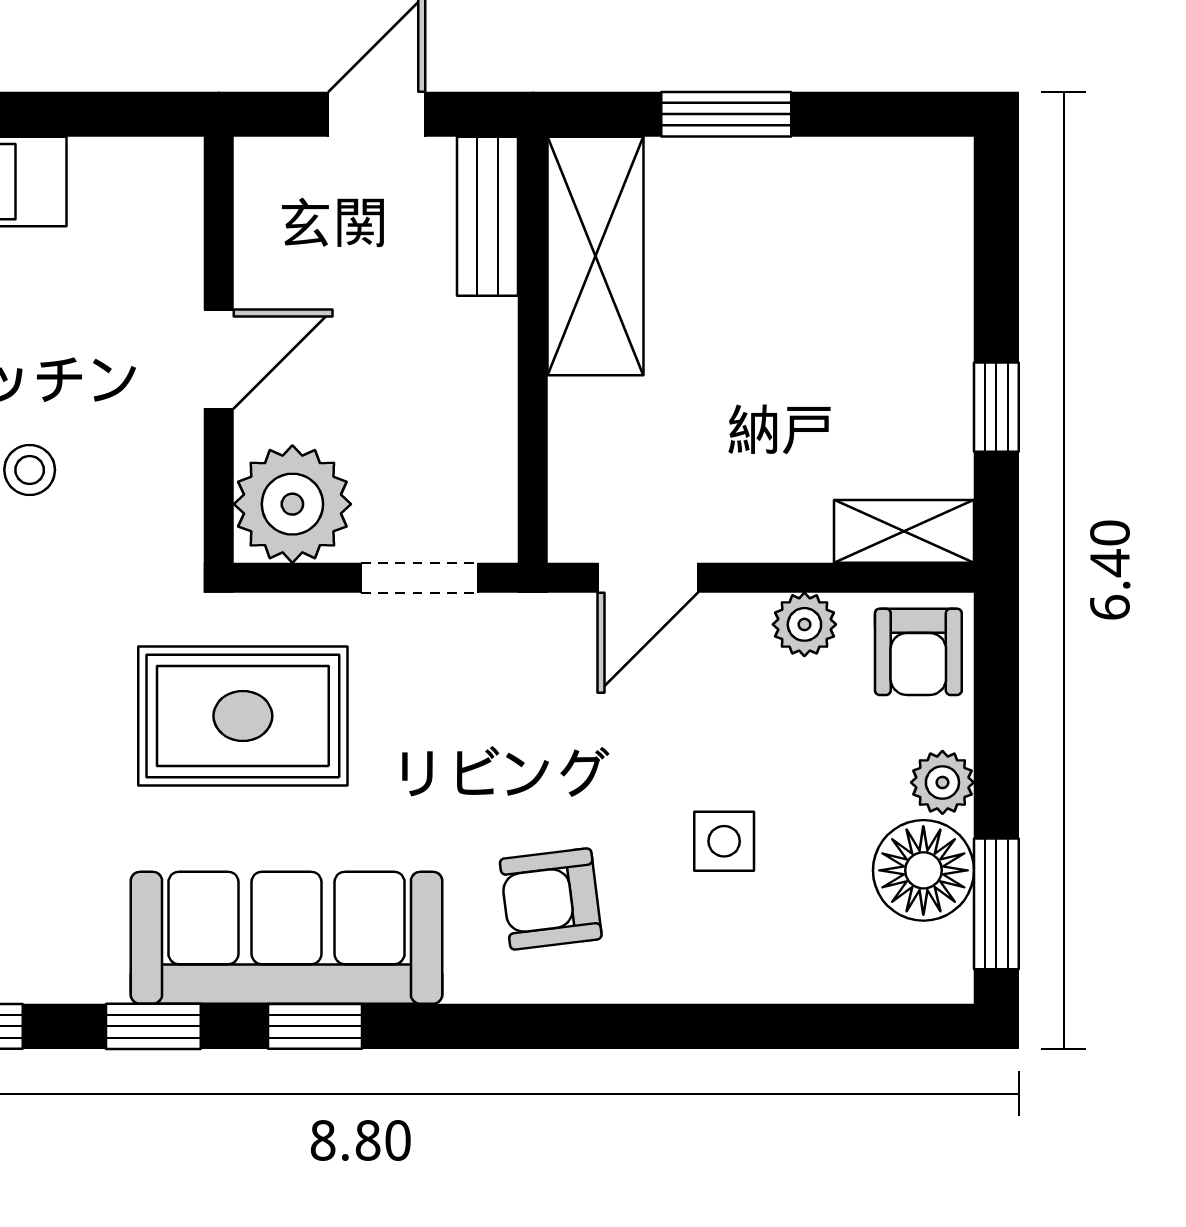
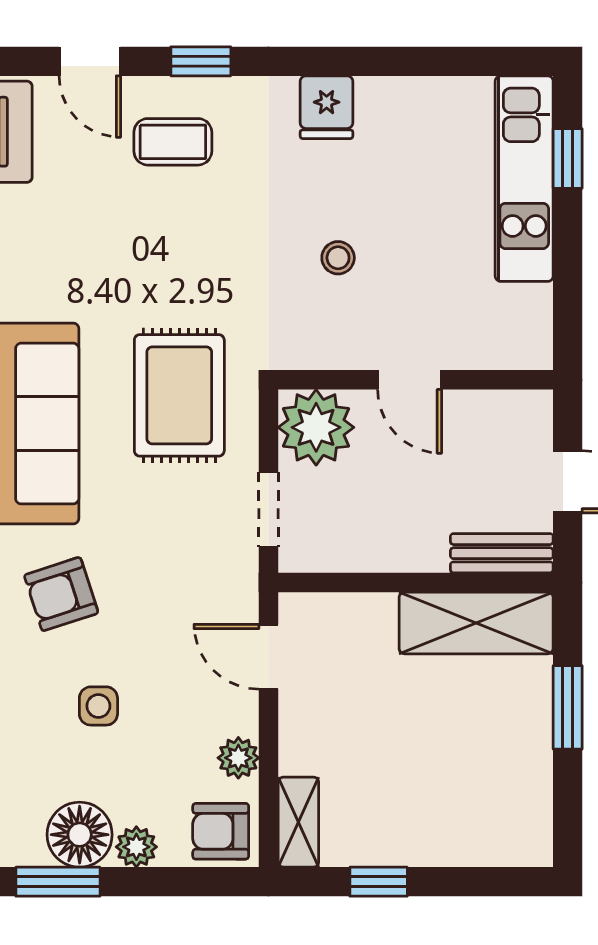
armchair: (551, 899) -> (61, 594), turned -101

